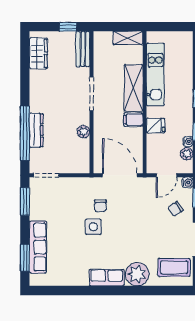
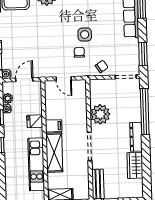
wardrobe: (38, 53) -> (135, 165), moved
dresser: (36, 130) -> (136, 137), moved
plant: (83, 132) -> (100, 114), width x1.88, depth x1.88
door: (120, 175) -> (64, 79), width x0.53
chair: (175, 209) -> (102, 66), moved

